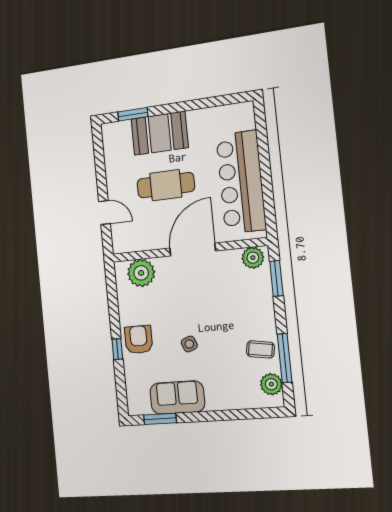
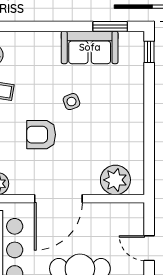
armchair: (139, 340) -> (41, 135), moved, turned 90
window: (117, 349) -> (149, 52), moved

